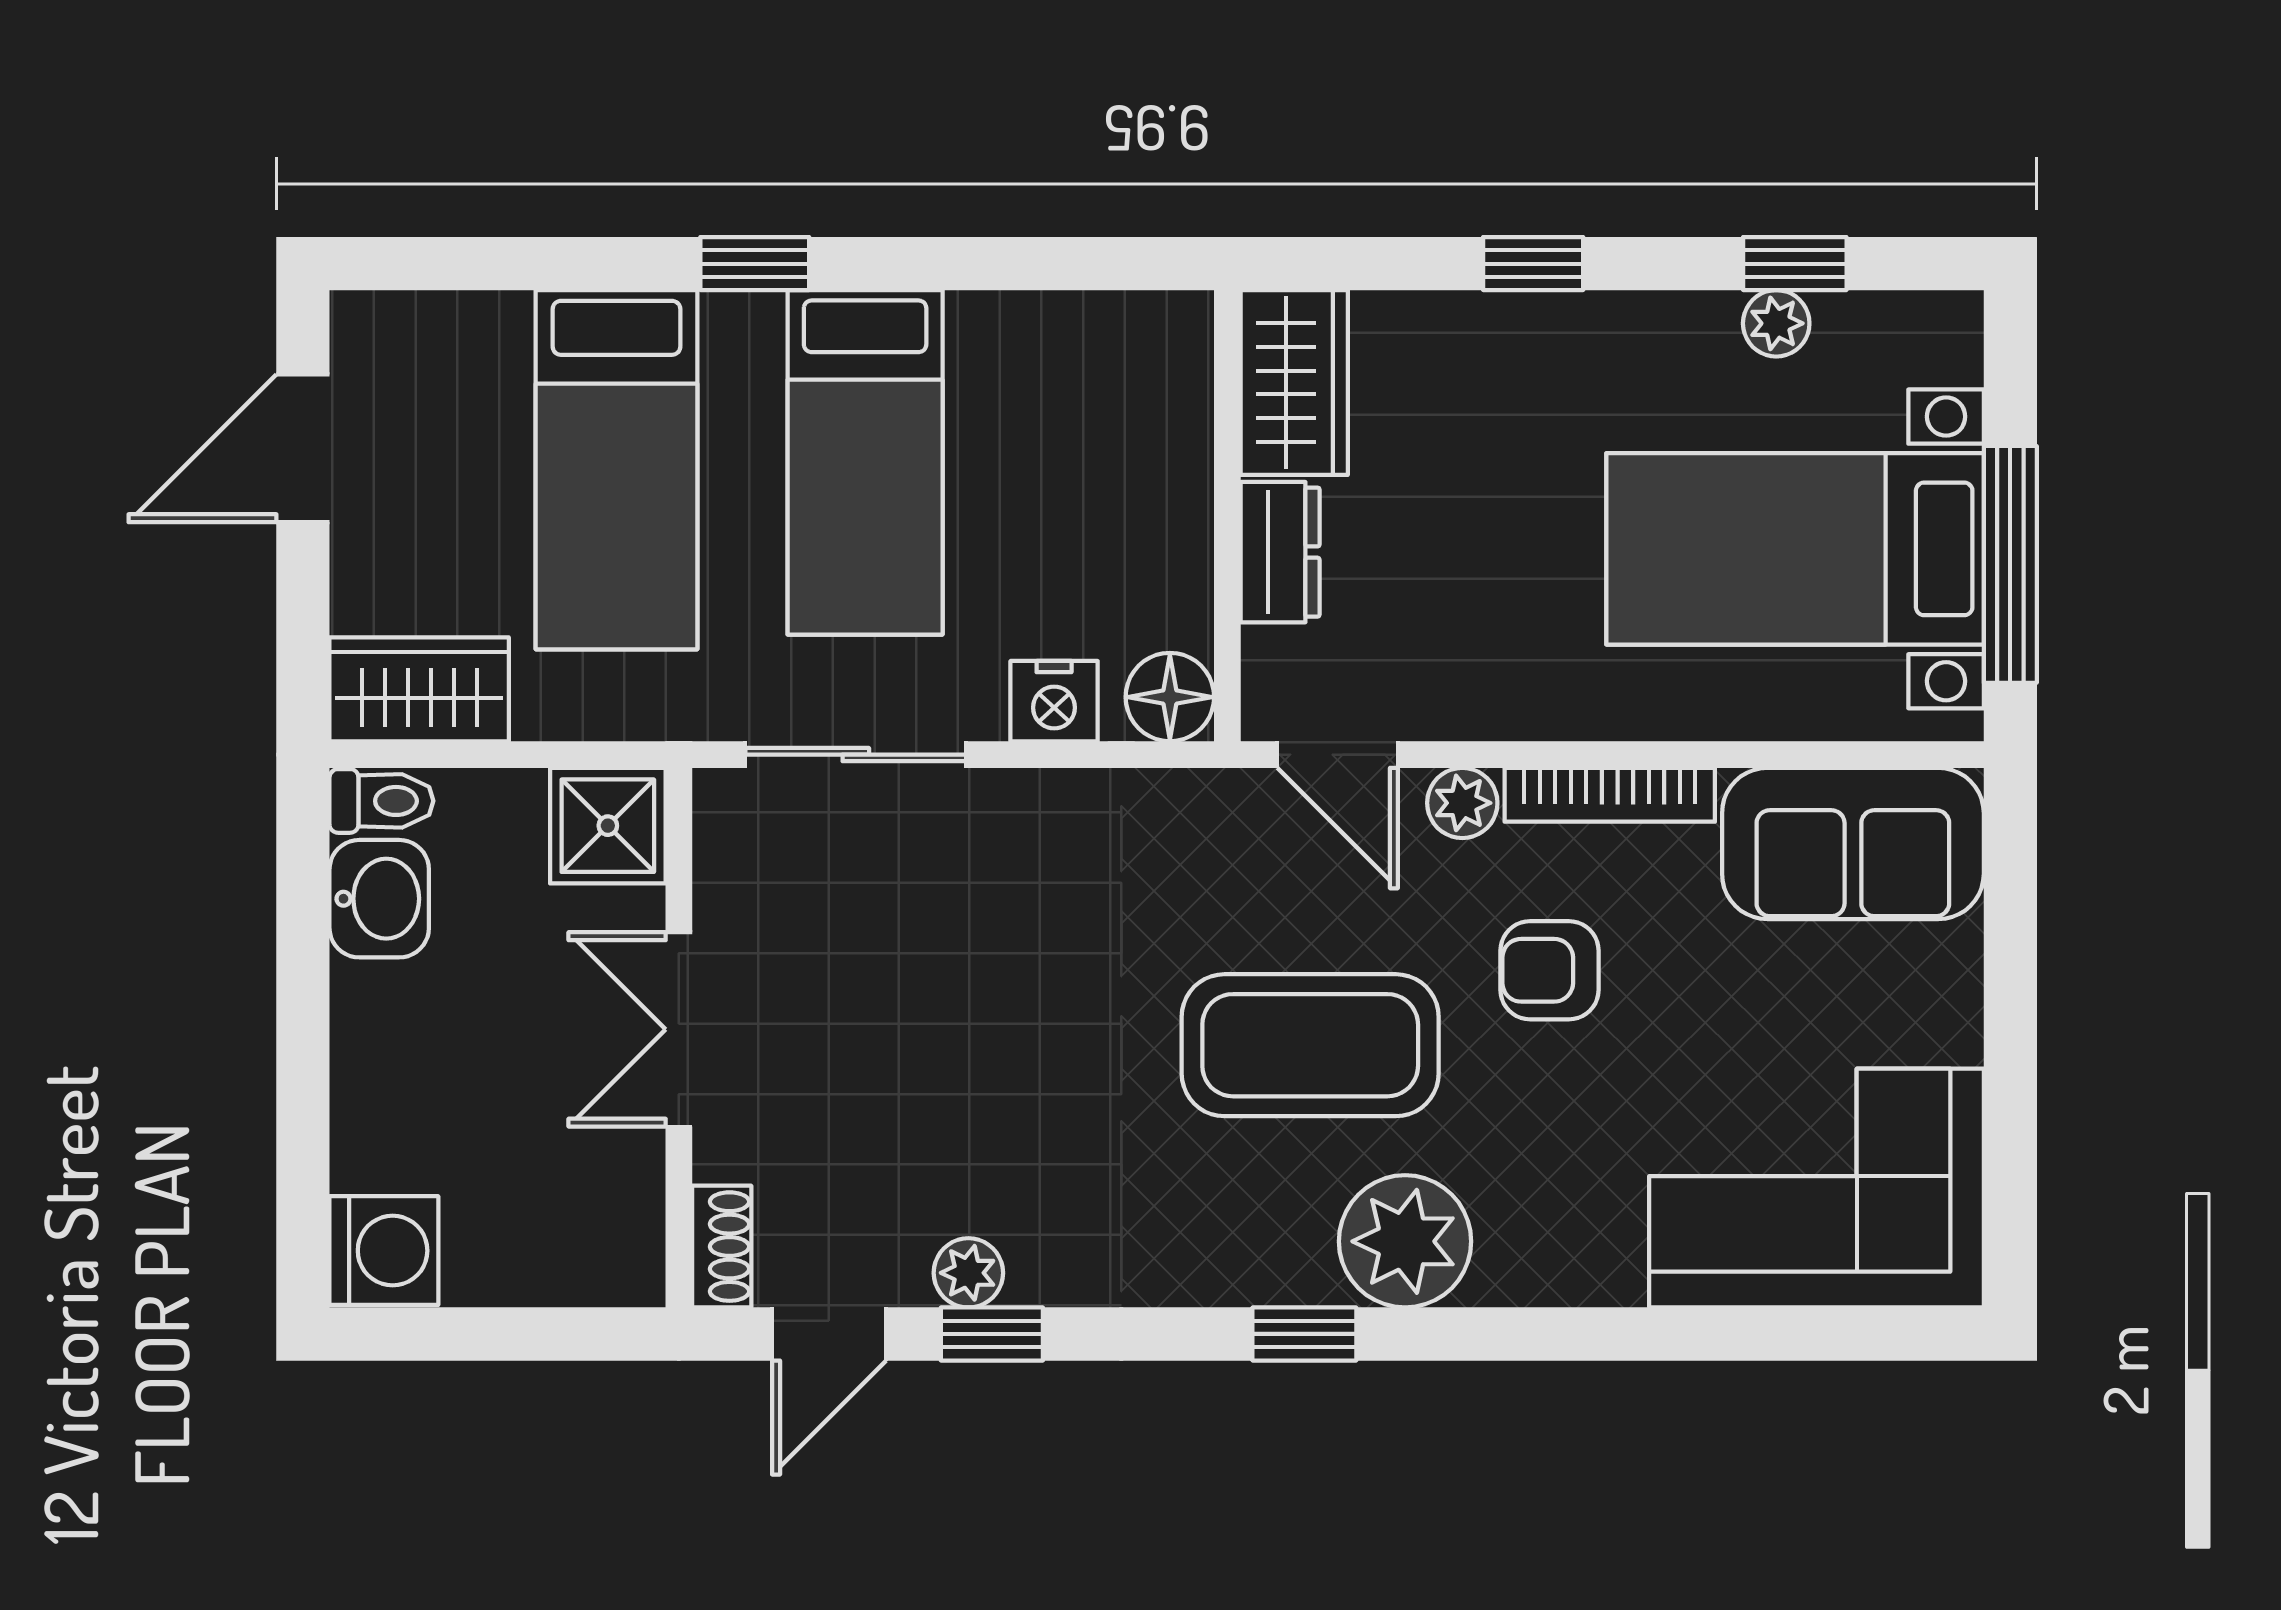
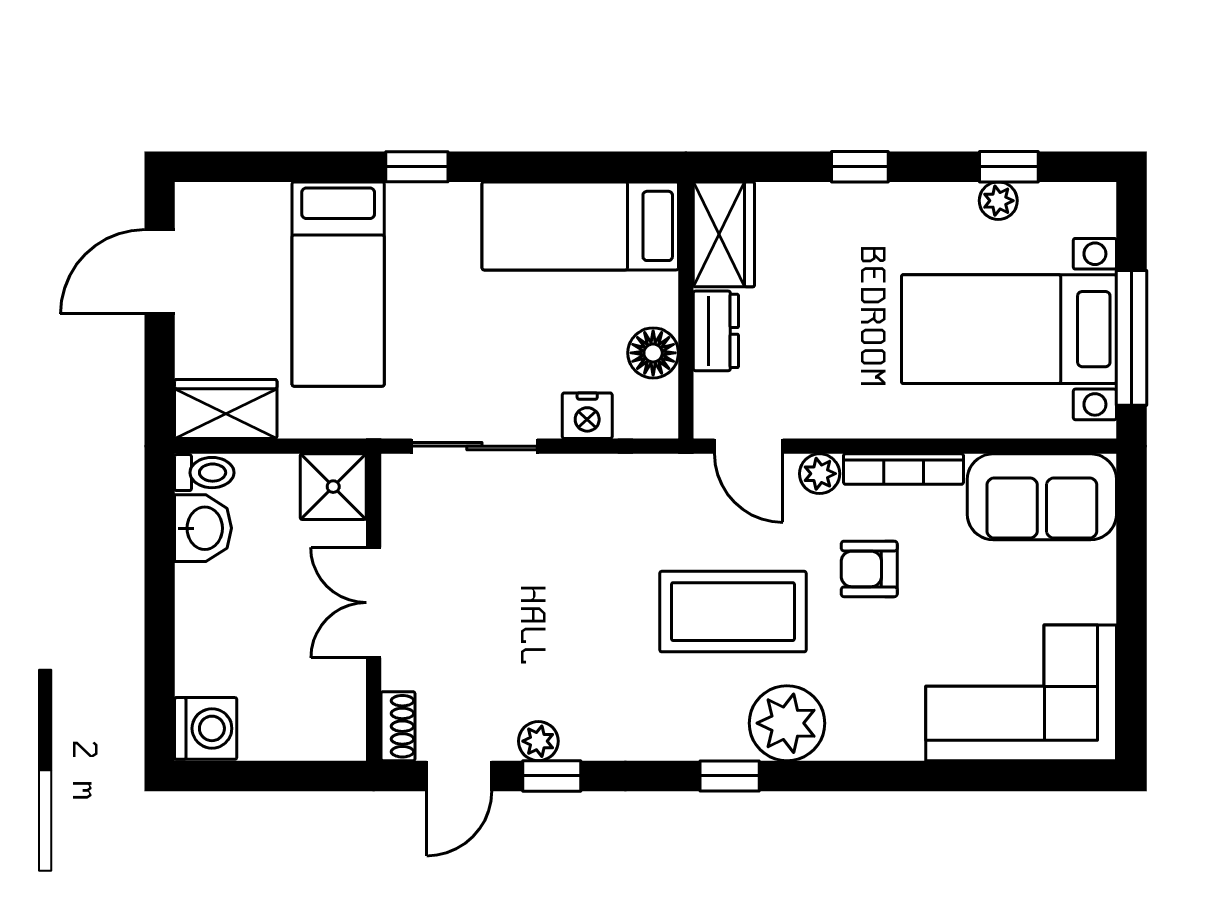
bed: (865, 462) -> (580, 226), moved, turned 90
floor lamp: (1170, 697) -> (653, 353), moved

